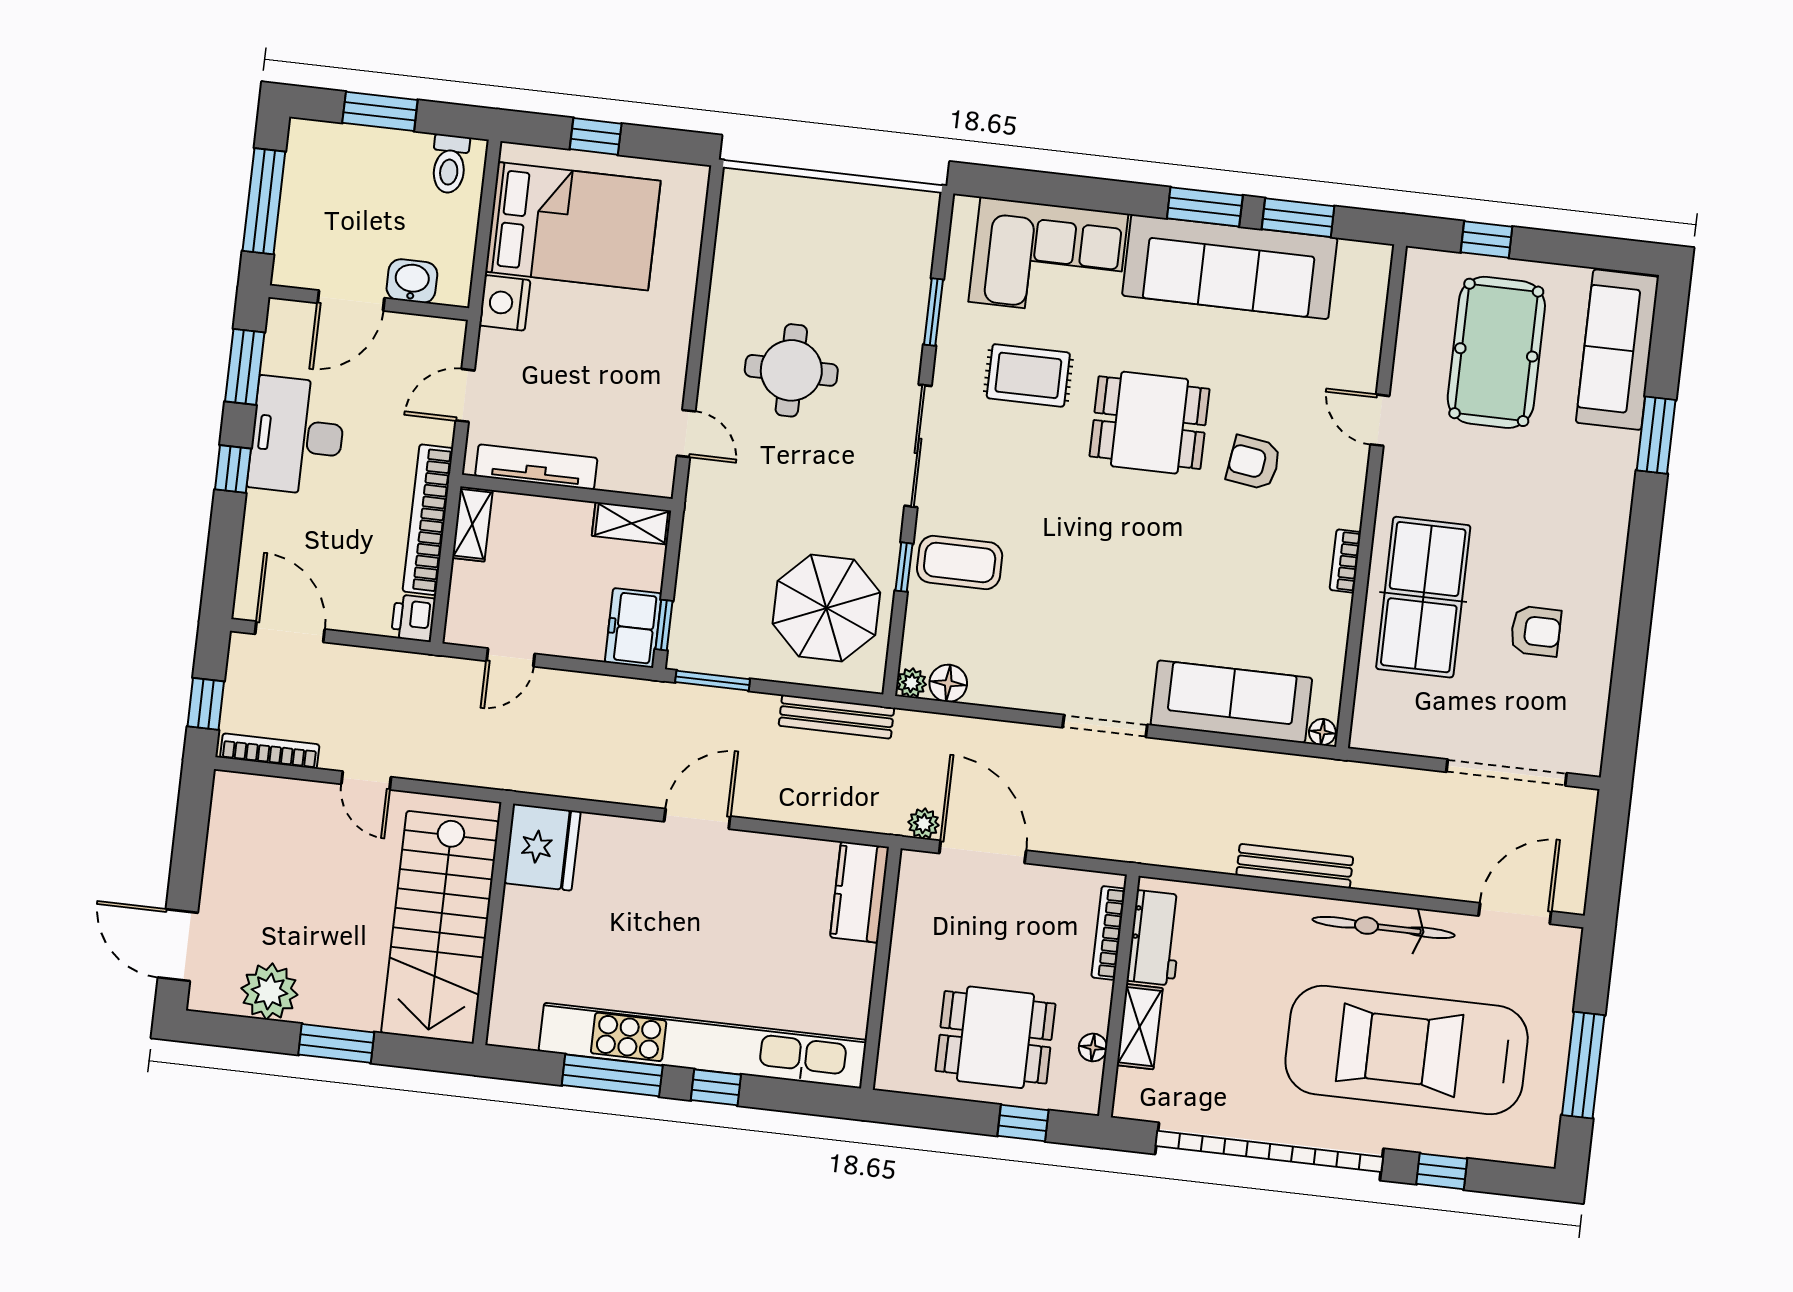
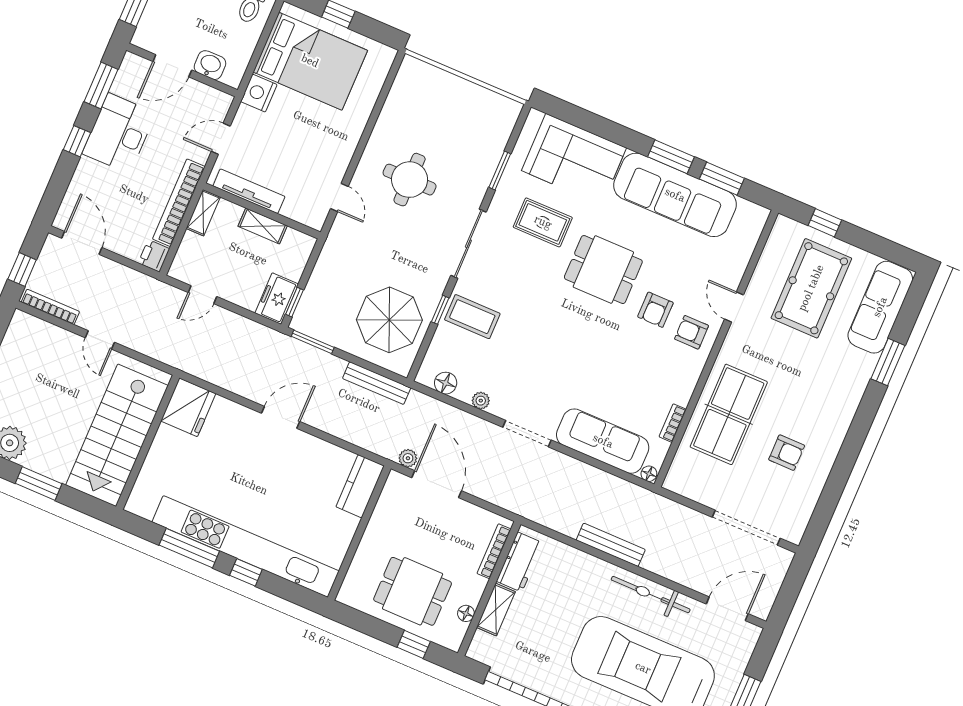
armchair: (1254, 463) -> (655, 310), turned -98
armchair: (1323, 482) -> (692, 332), added
shelving: (632, 523) -> (263, 226), moved
bookcase: (1345, 561) -> (673, 423), moved
plant: (911, 683) -> (481, 401), moved

